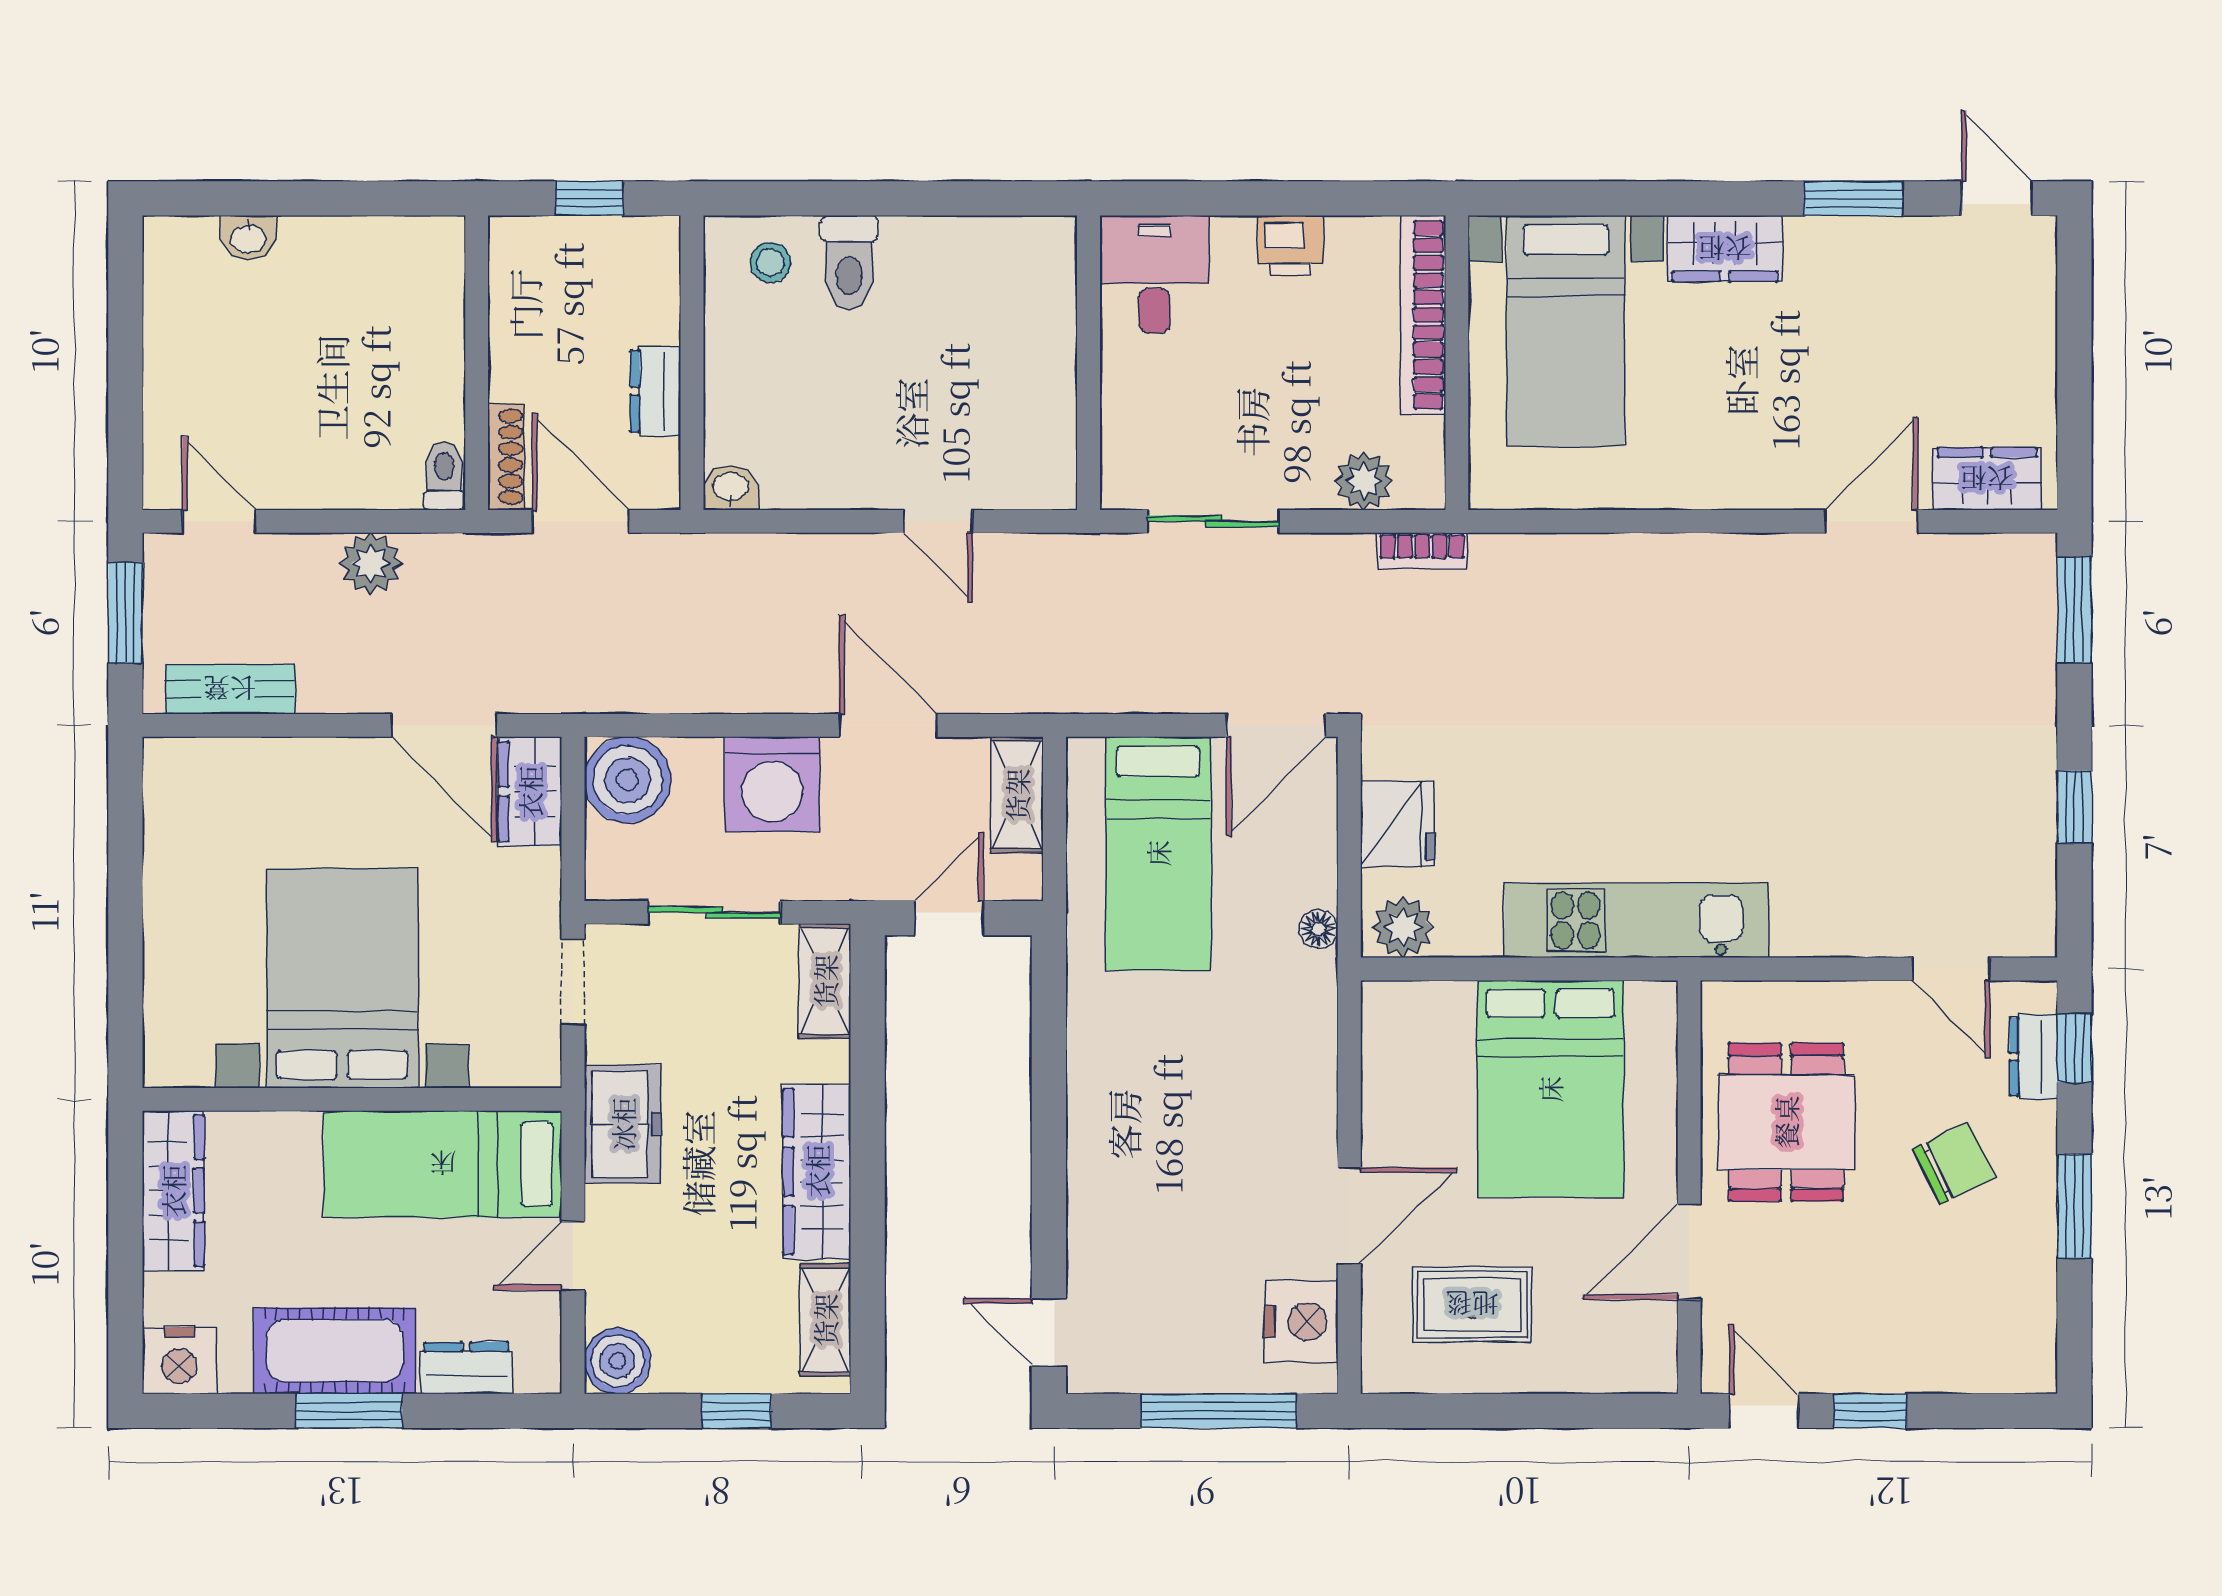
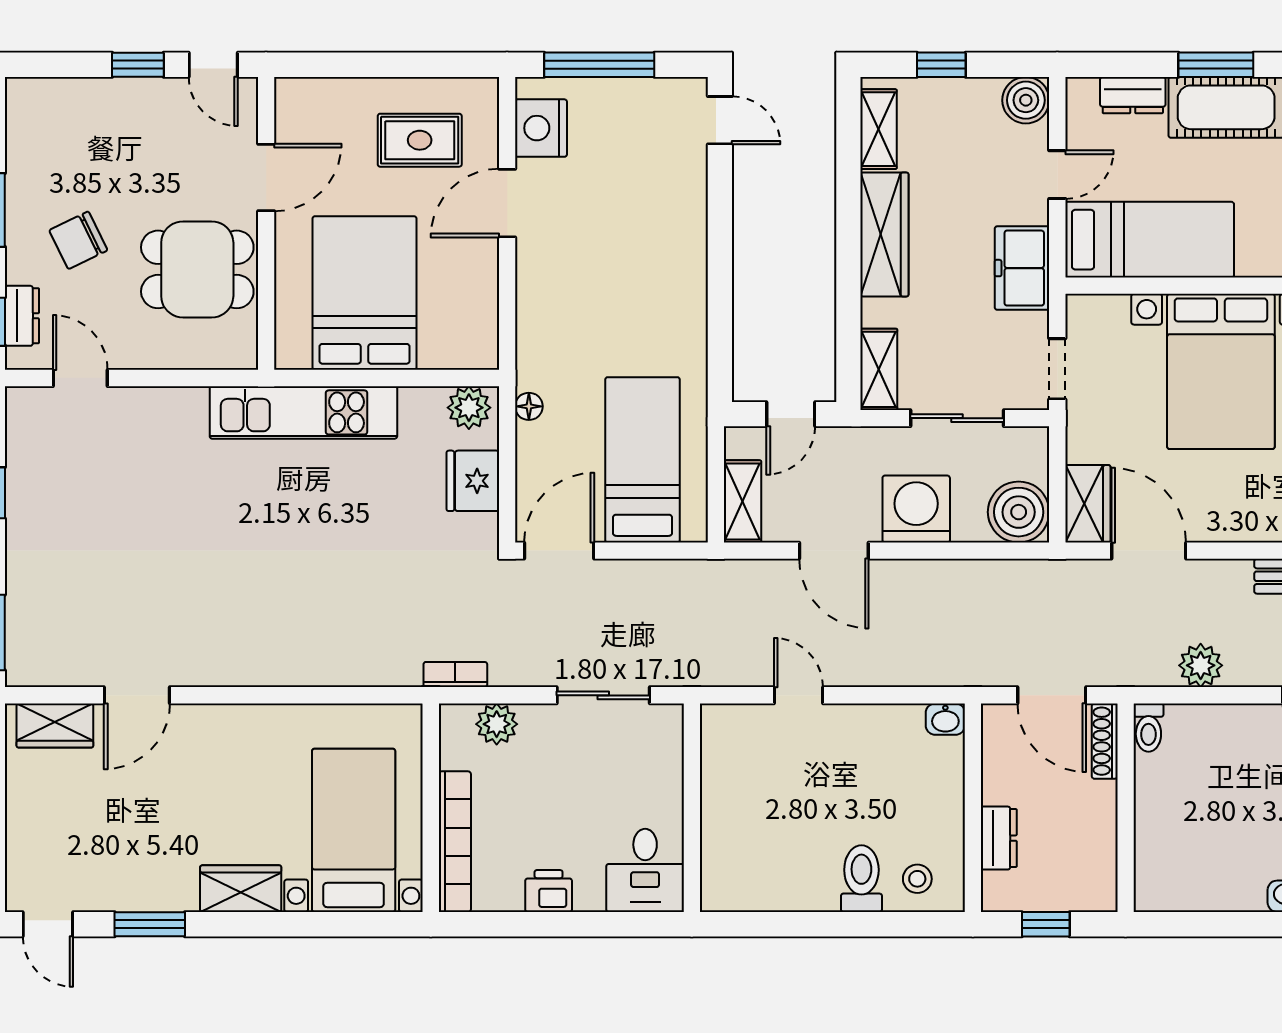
dresser: (655, 391) -> (999, 838), moved
dining table: (1786, 1122) -> (197, 269), turned 90

